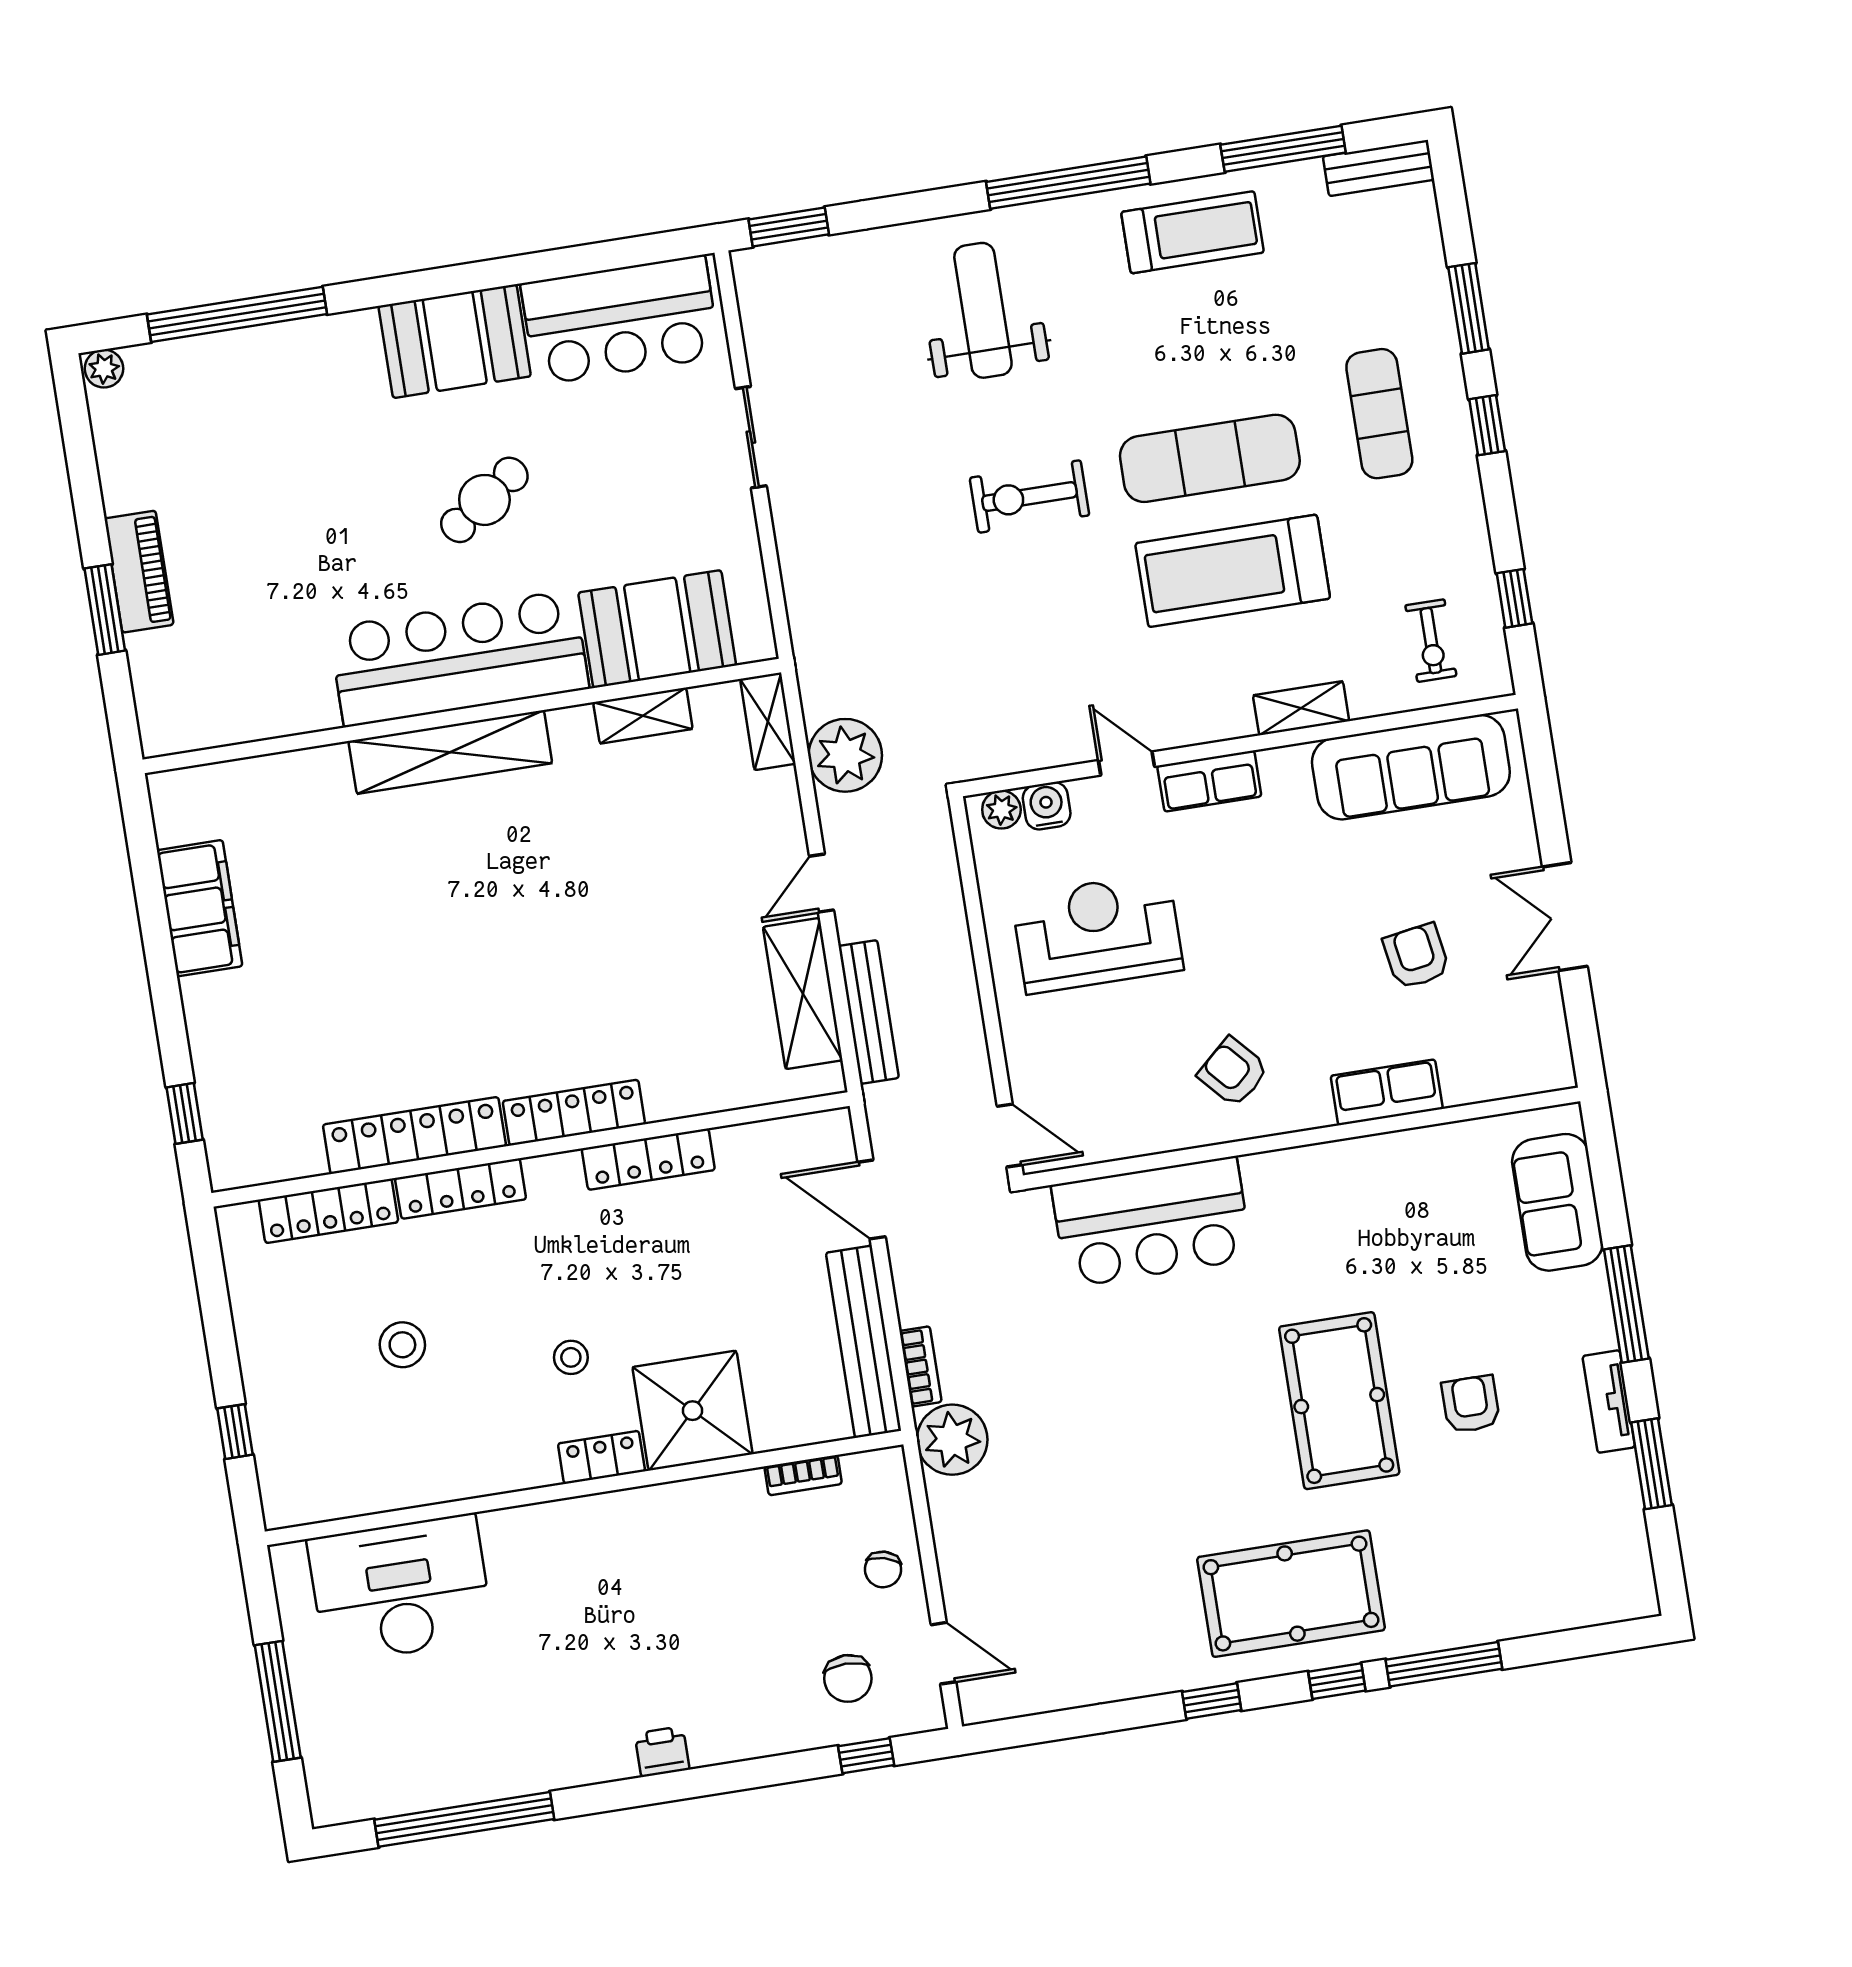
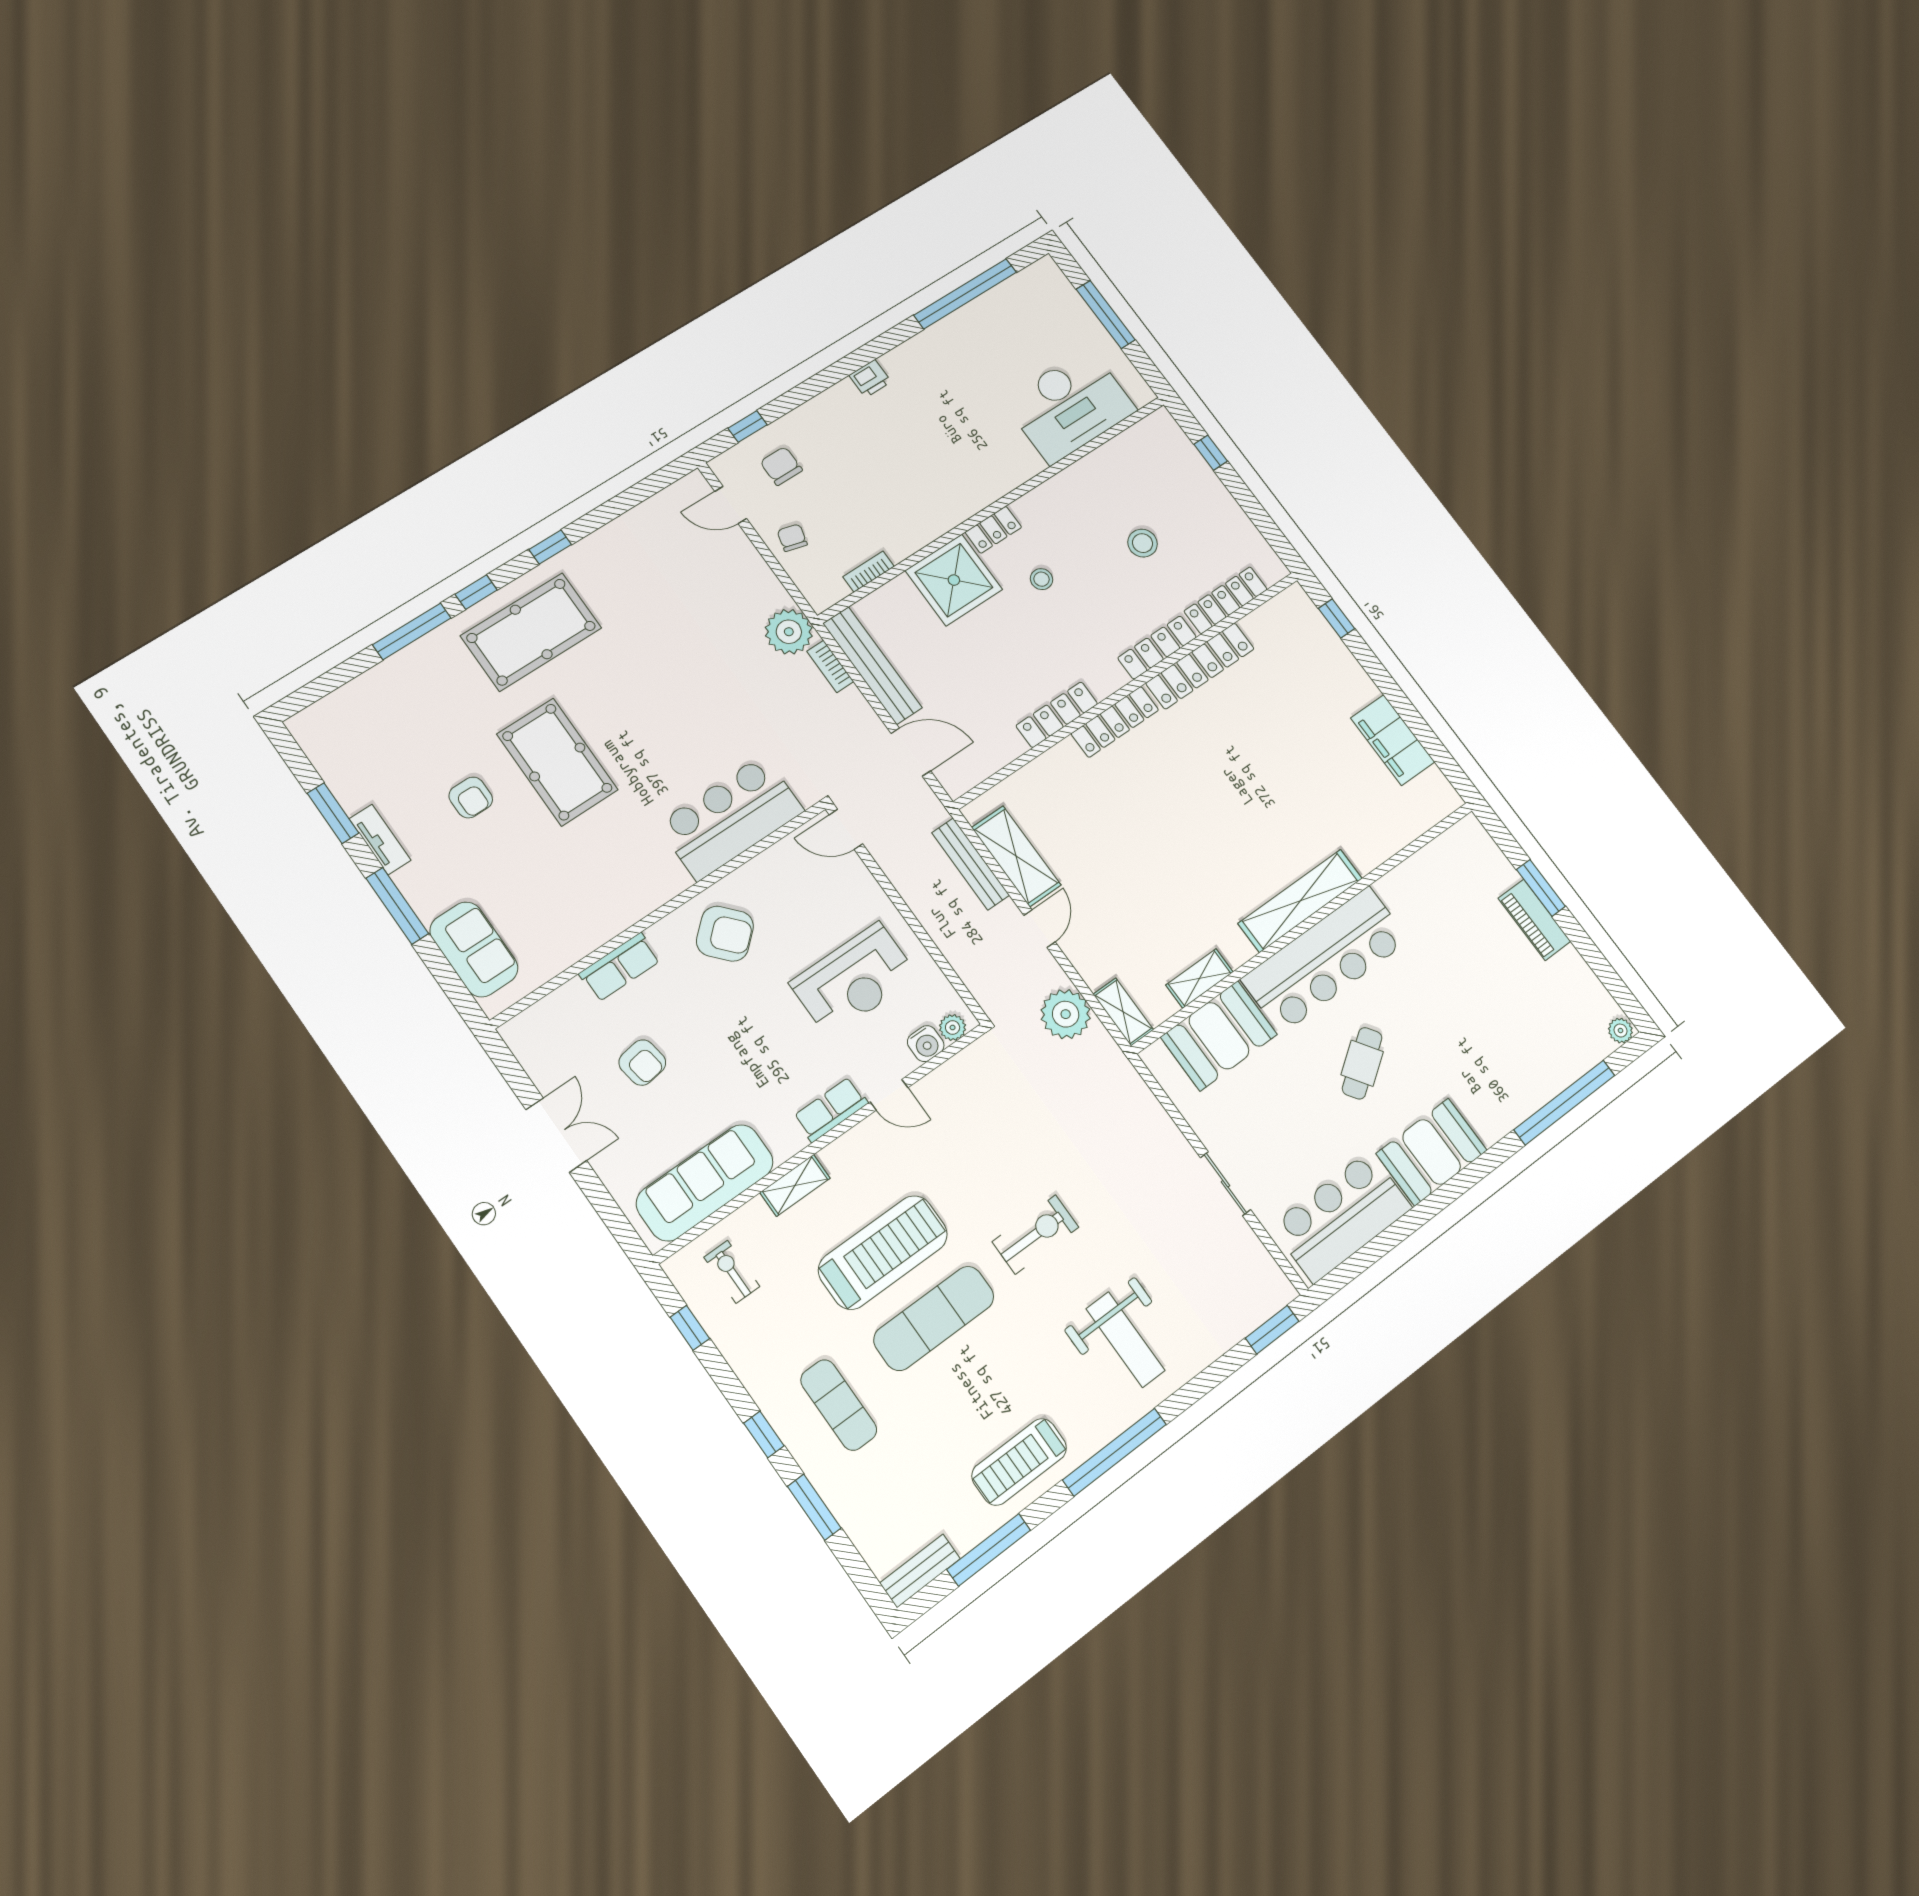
armchair: (1233, 1072) -> (725, 934), width x1.38, depth x1.38

